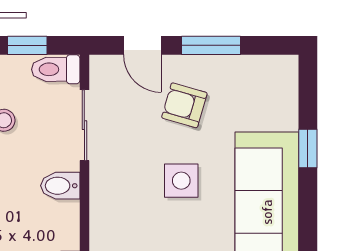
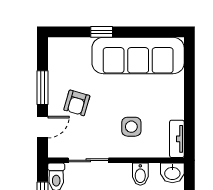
side table: (181, 181) -> (131, 127), moved
bidet: (60, 186) -> (140, 174), moved

